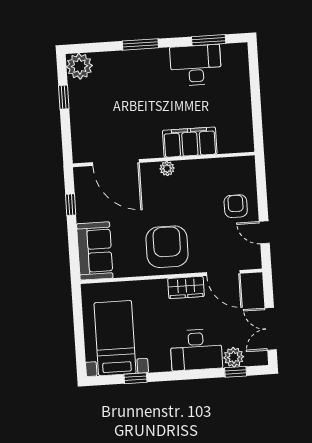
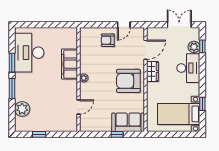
window: (209, 40) -> (12, 63), moved
desk: (196, 65) -> (29, 53), width x1.36, depth x1.30
plant: (79, 66) -> (22, 109), moved
door: (116, 163) -> (78, 107), width x0.53
window: (71, 205) -> (117, 134), moved
double door: (271, 329) -> (179, 25), swing flipped

